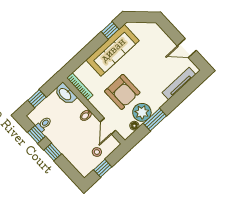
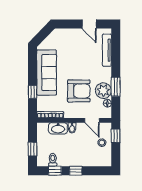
window: (110, 30) -> (33, 92), moved
door: (187, 48) -> (89, 24), hinge flipped
washbasin: (65, 94) -> (58, 128), moved
window: (103, 168) -> (116, 136), moved

